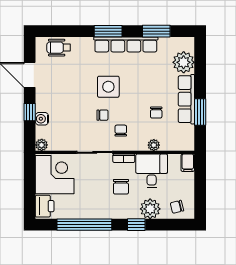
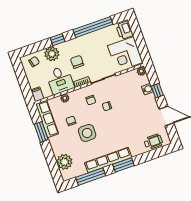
window: (156, 31) -> (91, 177), width x1.44
side table: (108, 87) -> (87, 133), moved
row of seats: (186, 99) -> (47, 119), moved

